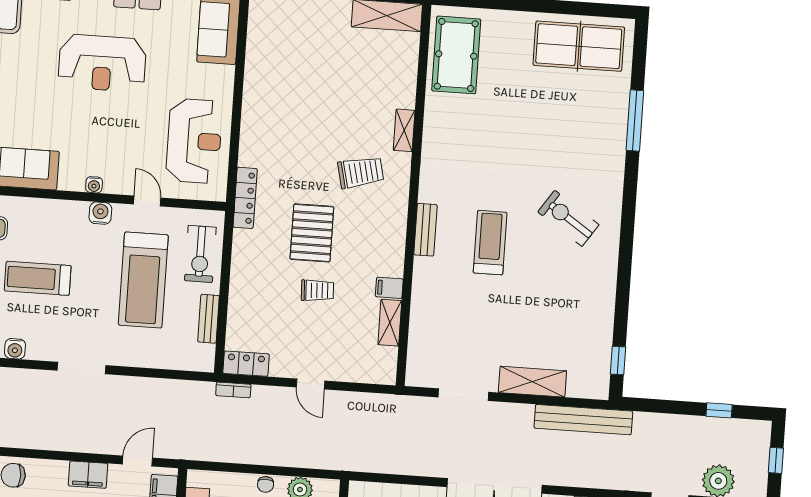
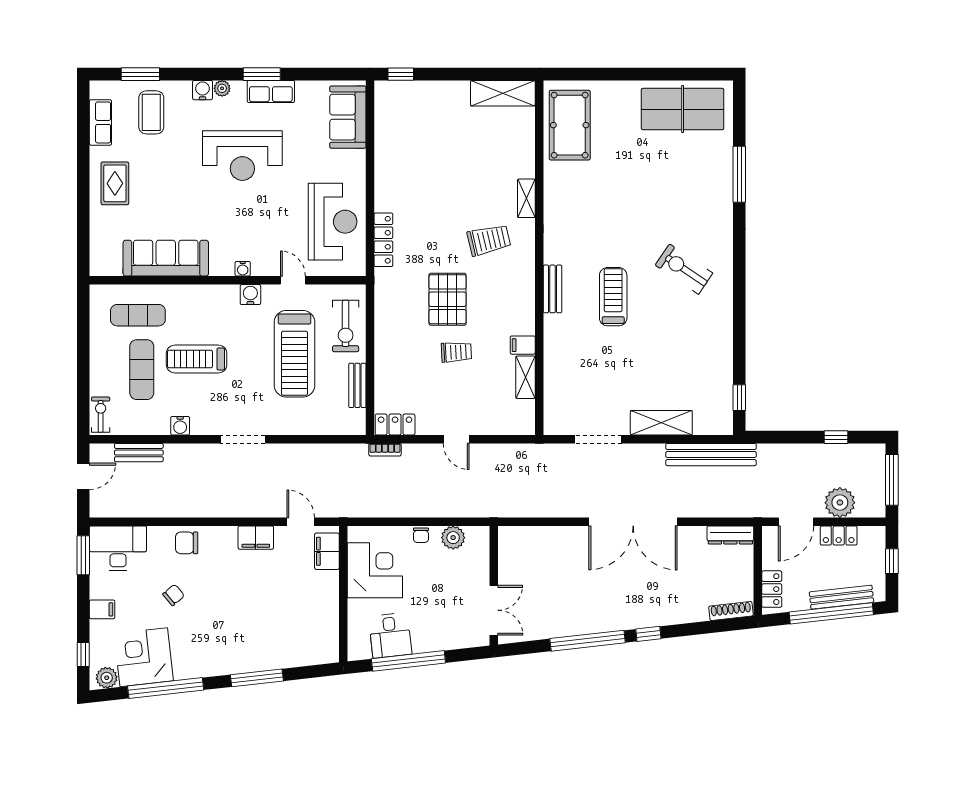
locker: (245, 198) -> (383, 240), moved
window: (776, 460) -> (892, 480), width x2.17
door: (137, 461) -> (301, 522), hinge flipped

